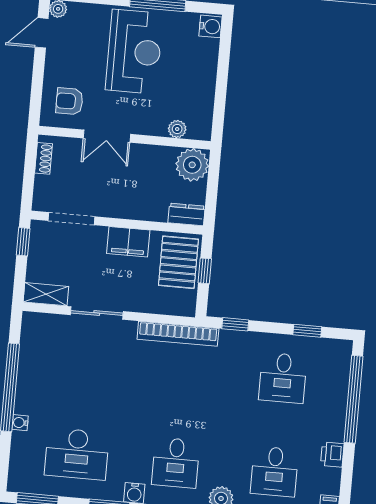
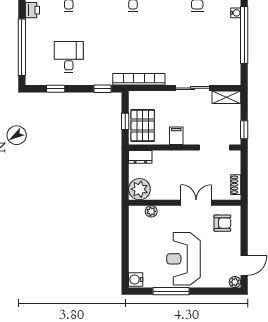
filing cabinet: (128, 242) -> (176, 136), width x0.50

